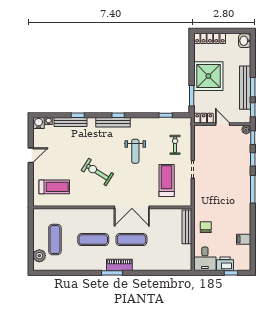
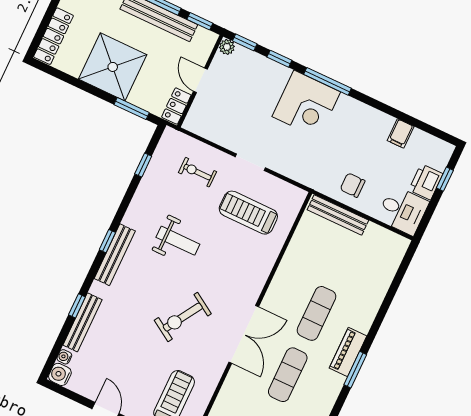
door: (223, 124) -> (200, 80), hinge flipped
corner desk: (236, 184) -> (306, 104), added
double door: (132, 207) -> (244, 334), moved

